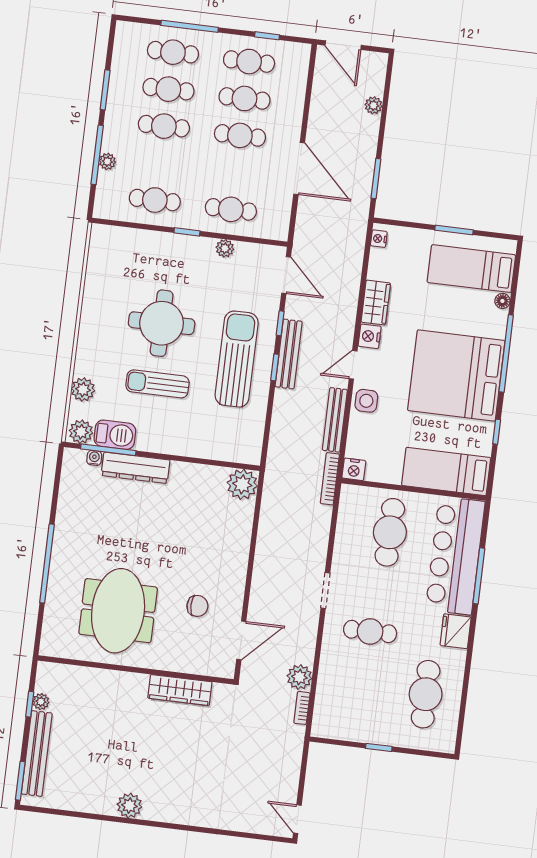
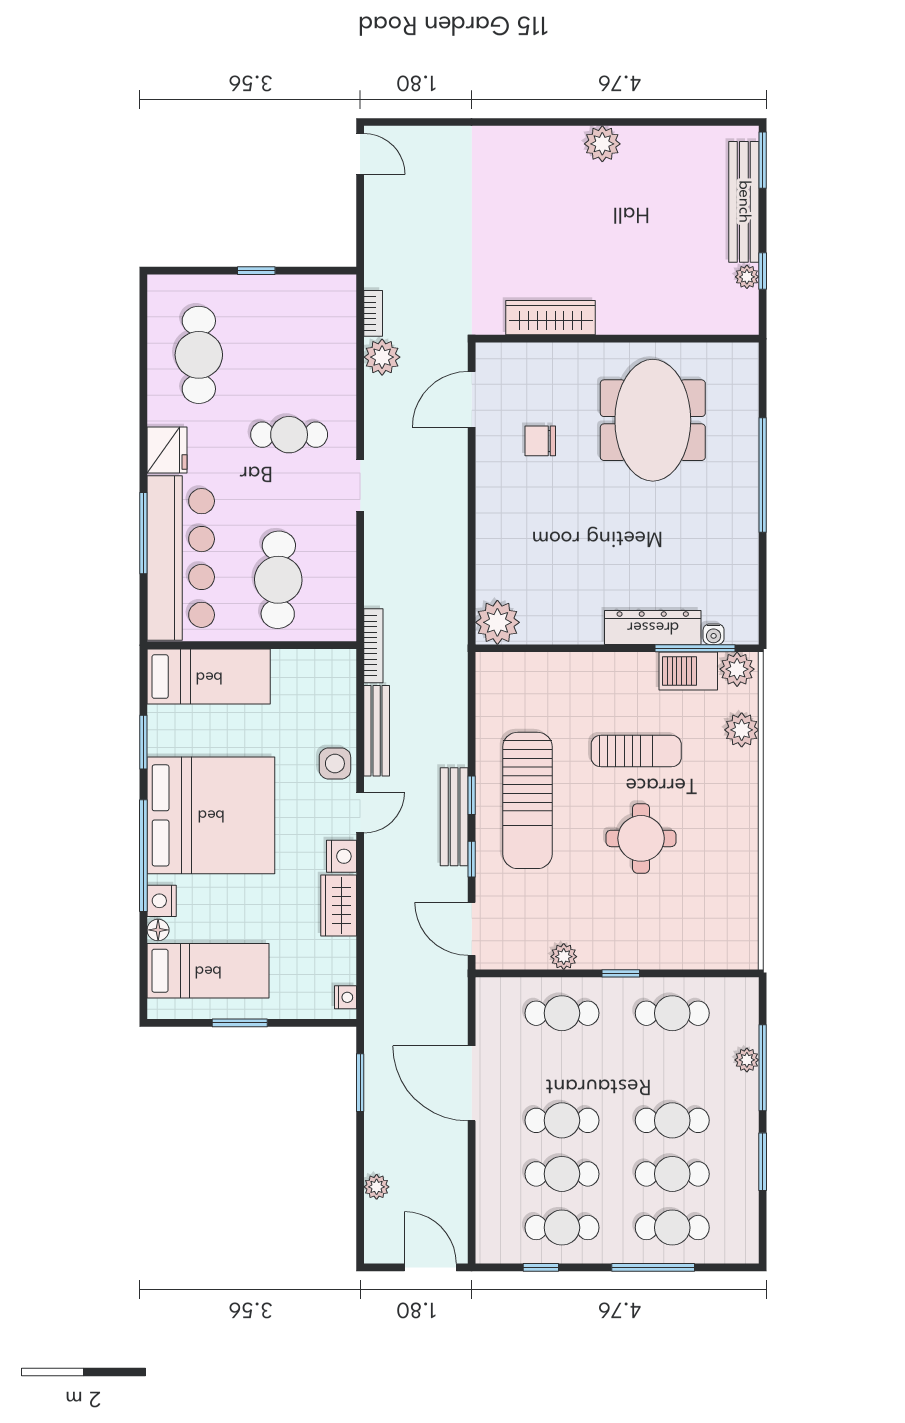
round table: (162, 323) -> (641, 838), width x0.73, depth x0.73
window: (497, 432) -> (143, 742), width x1.50
nightstand: (354, 469) -> (162, 901), moved, turned -90

